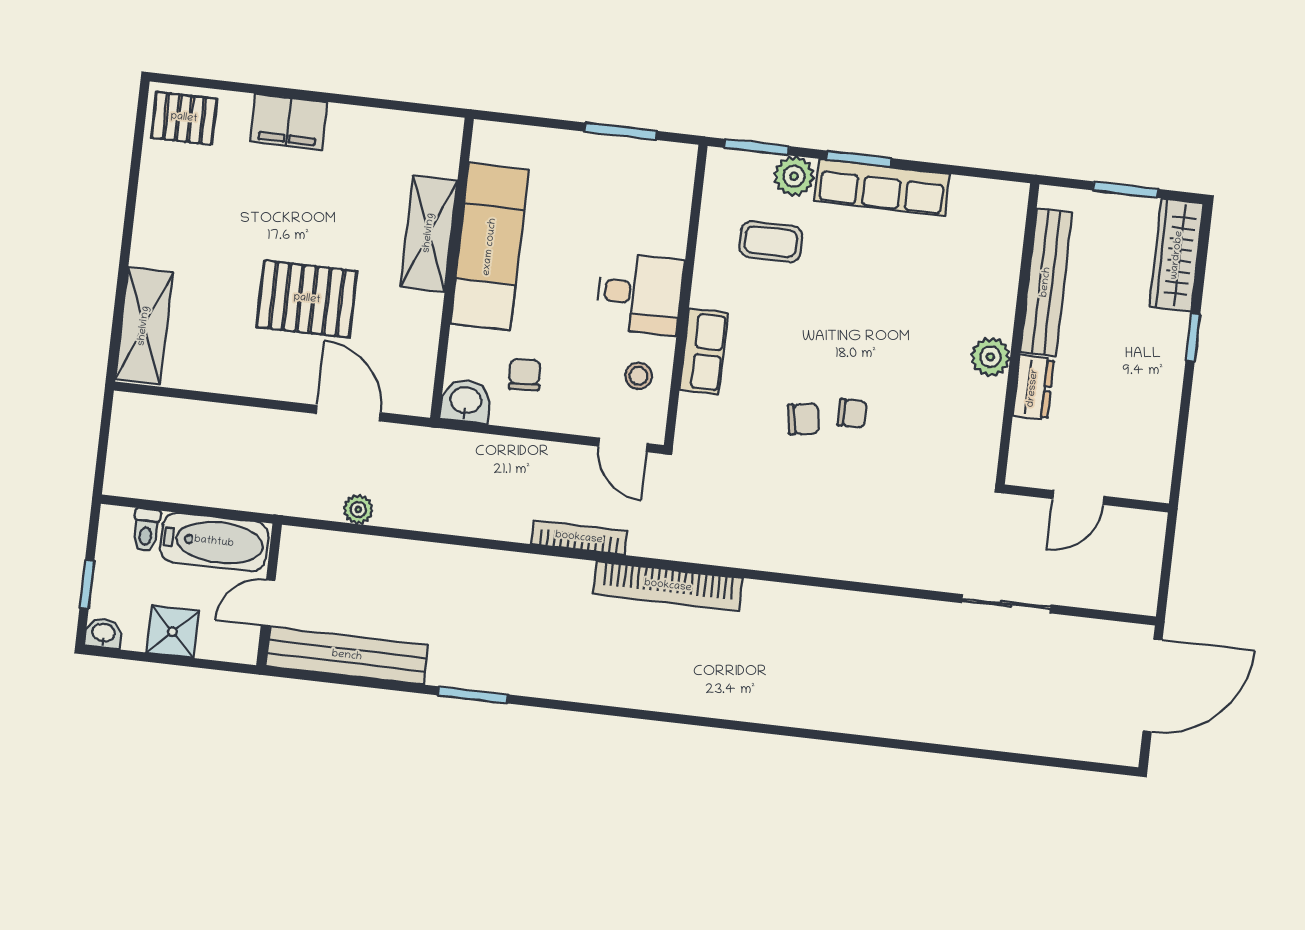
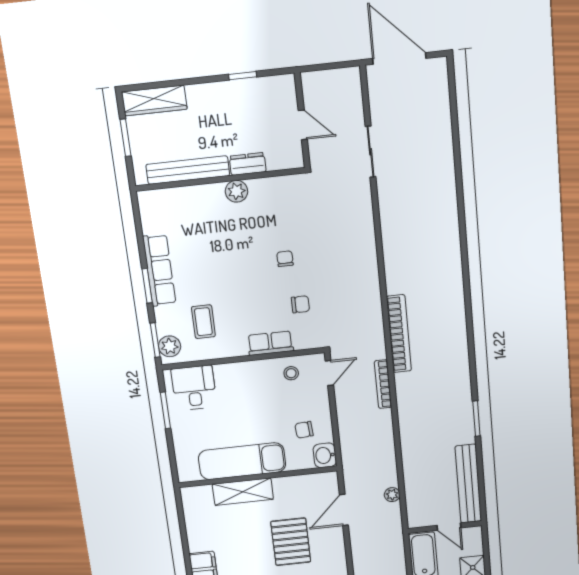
plant: (794, 176) -> (170, 346), moved
desk: (640, 294) -> (194, 388), moved
window: (1193, 337) -> (243, 76), moved
chair: (804, 419) -> (300, 304), moved, turned 99

